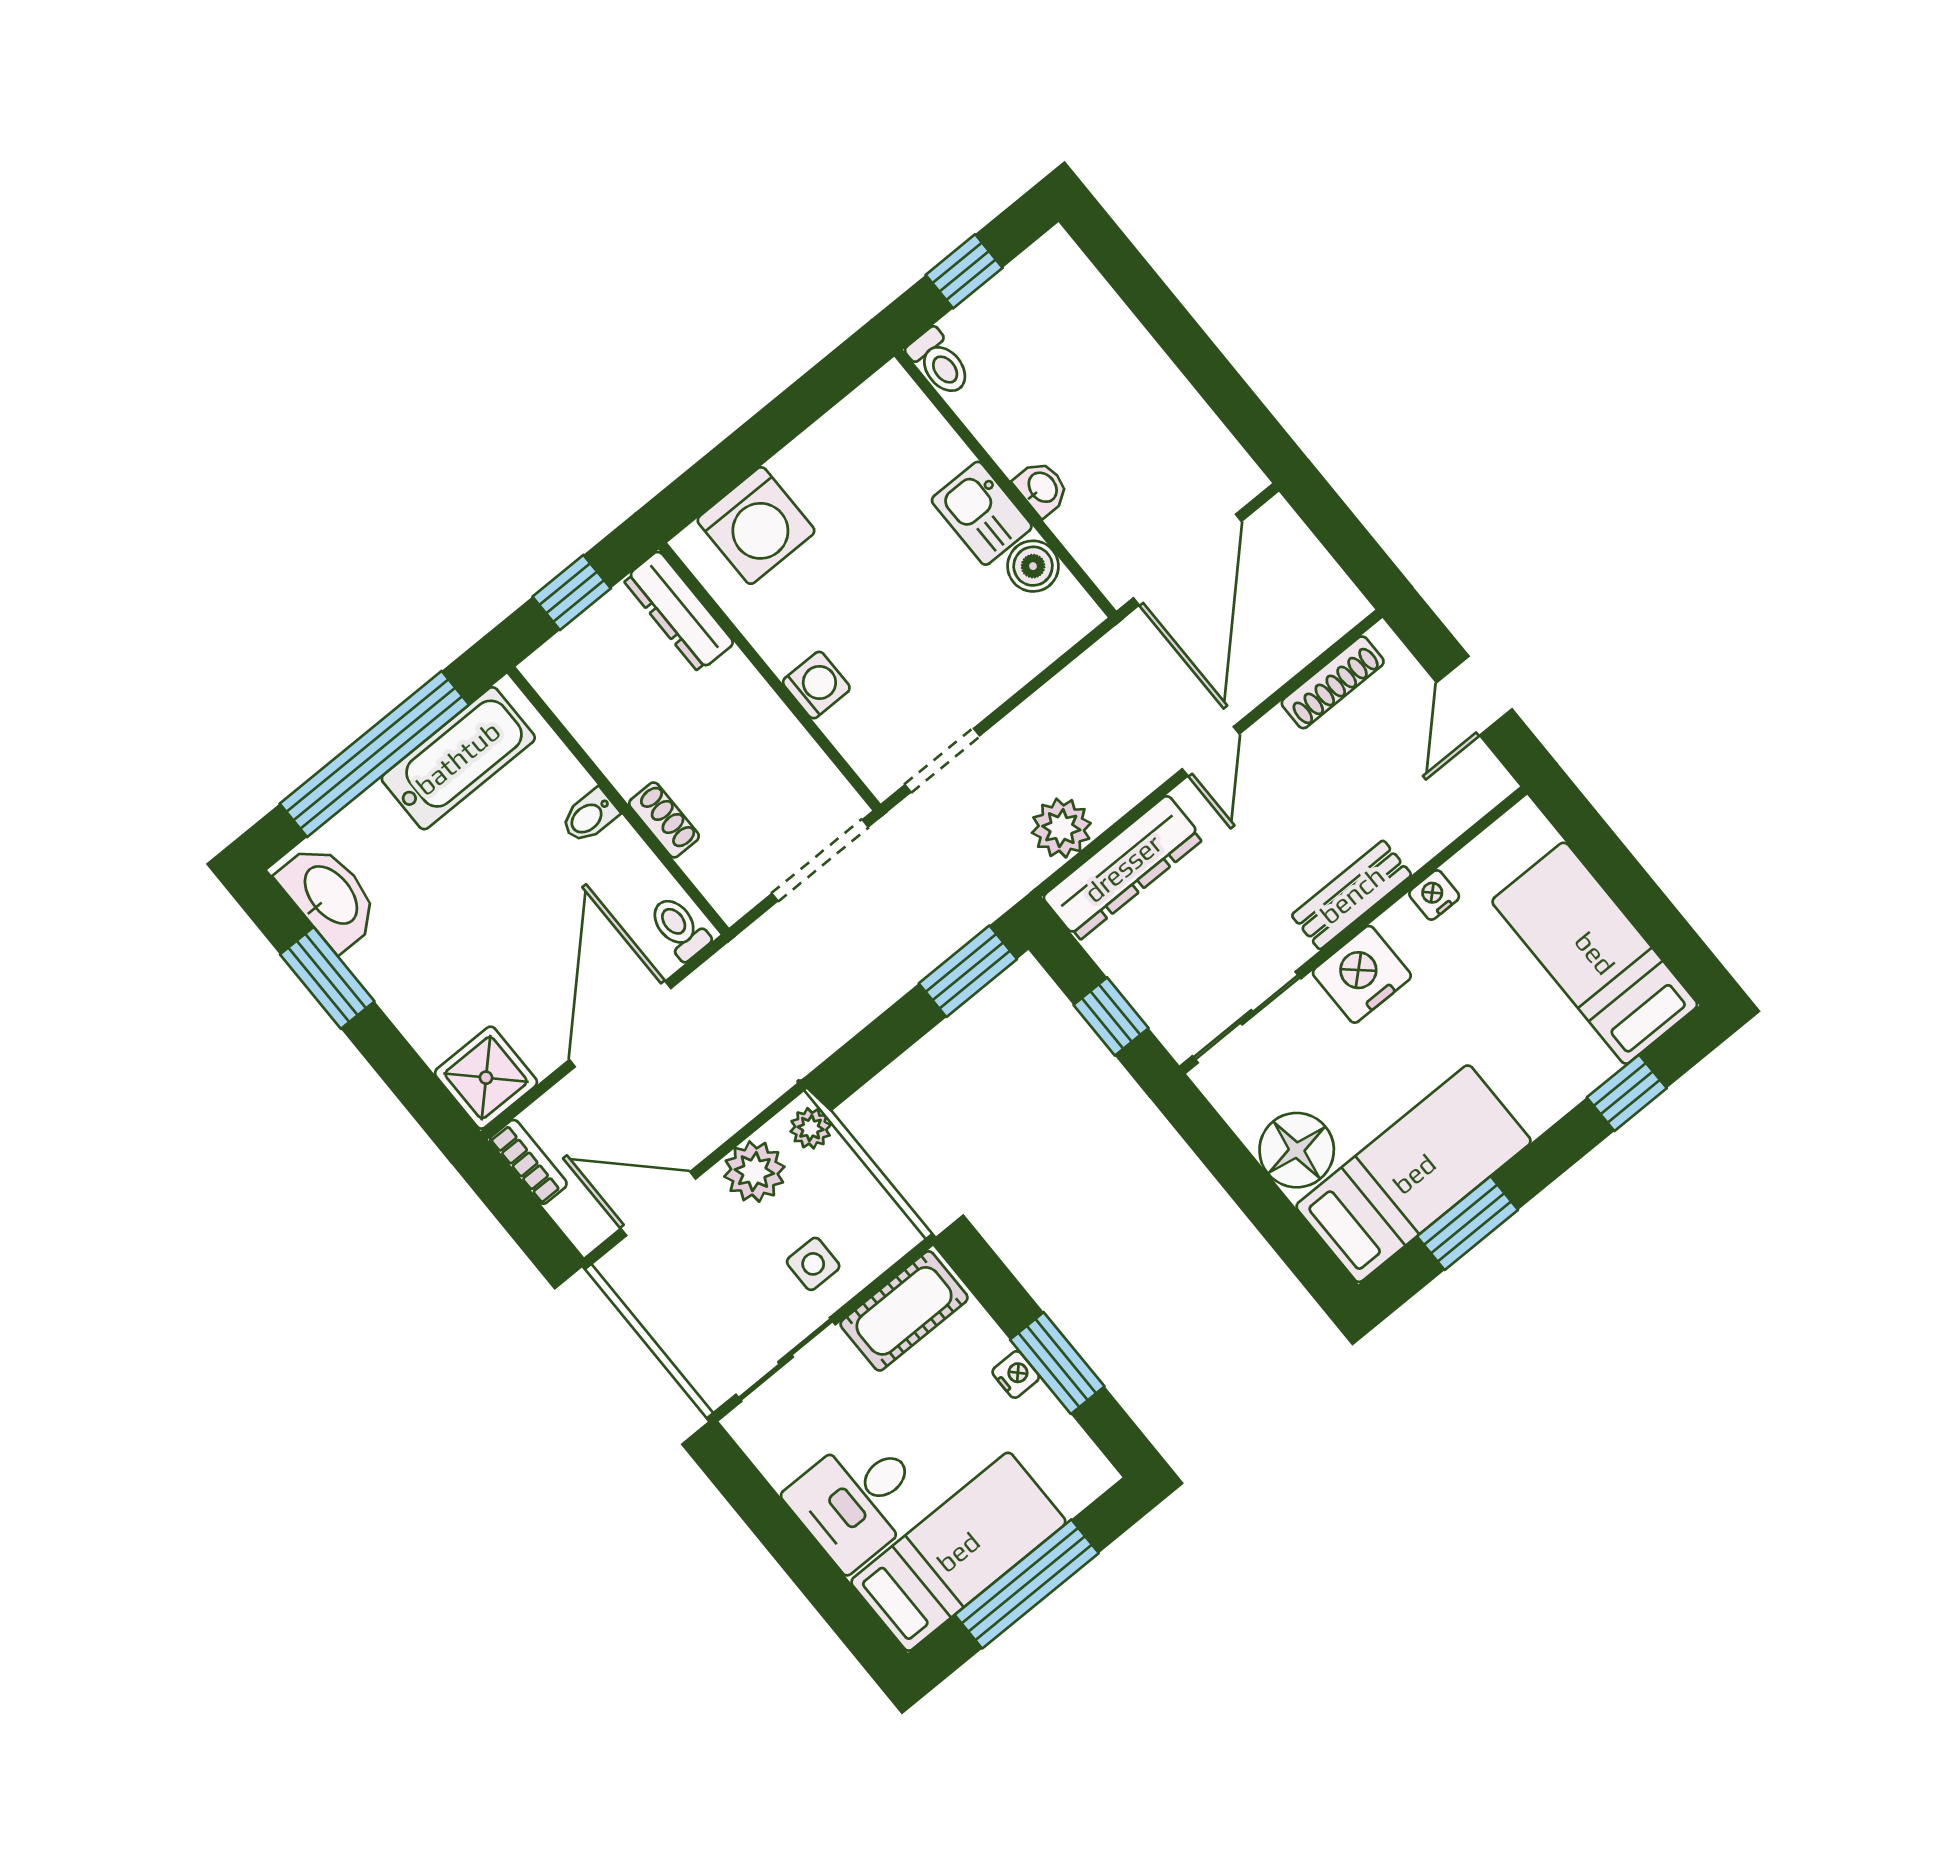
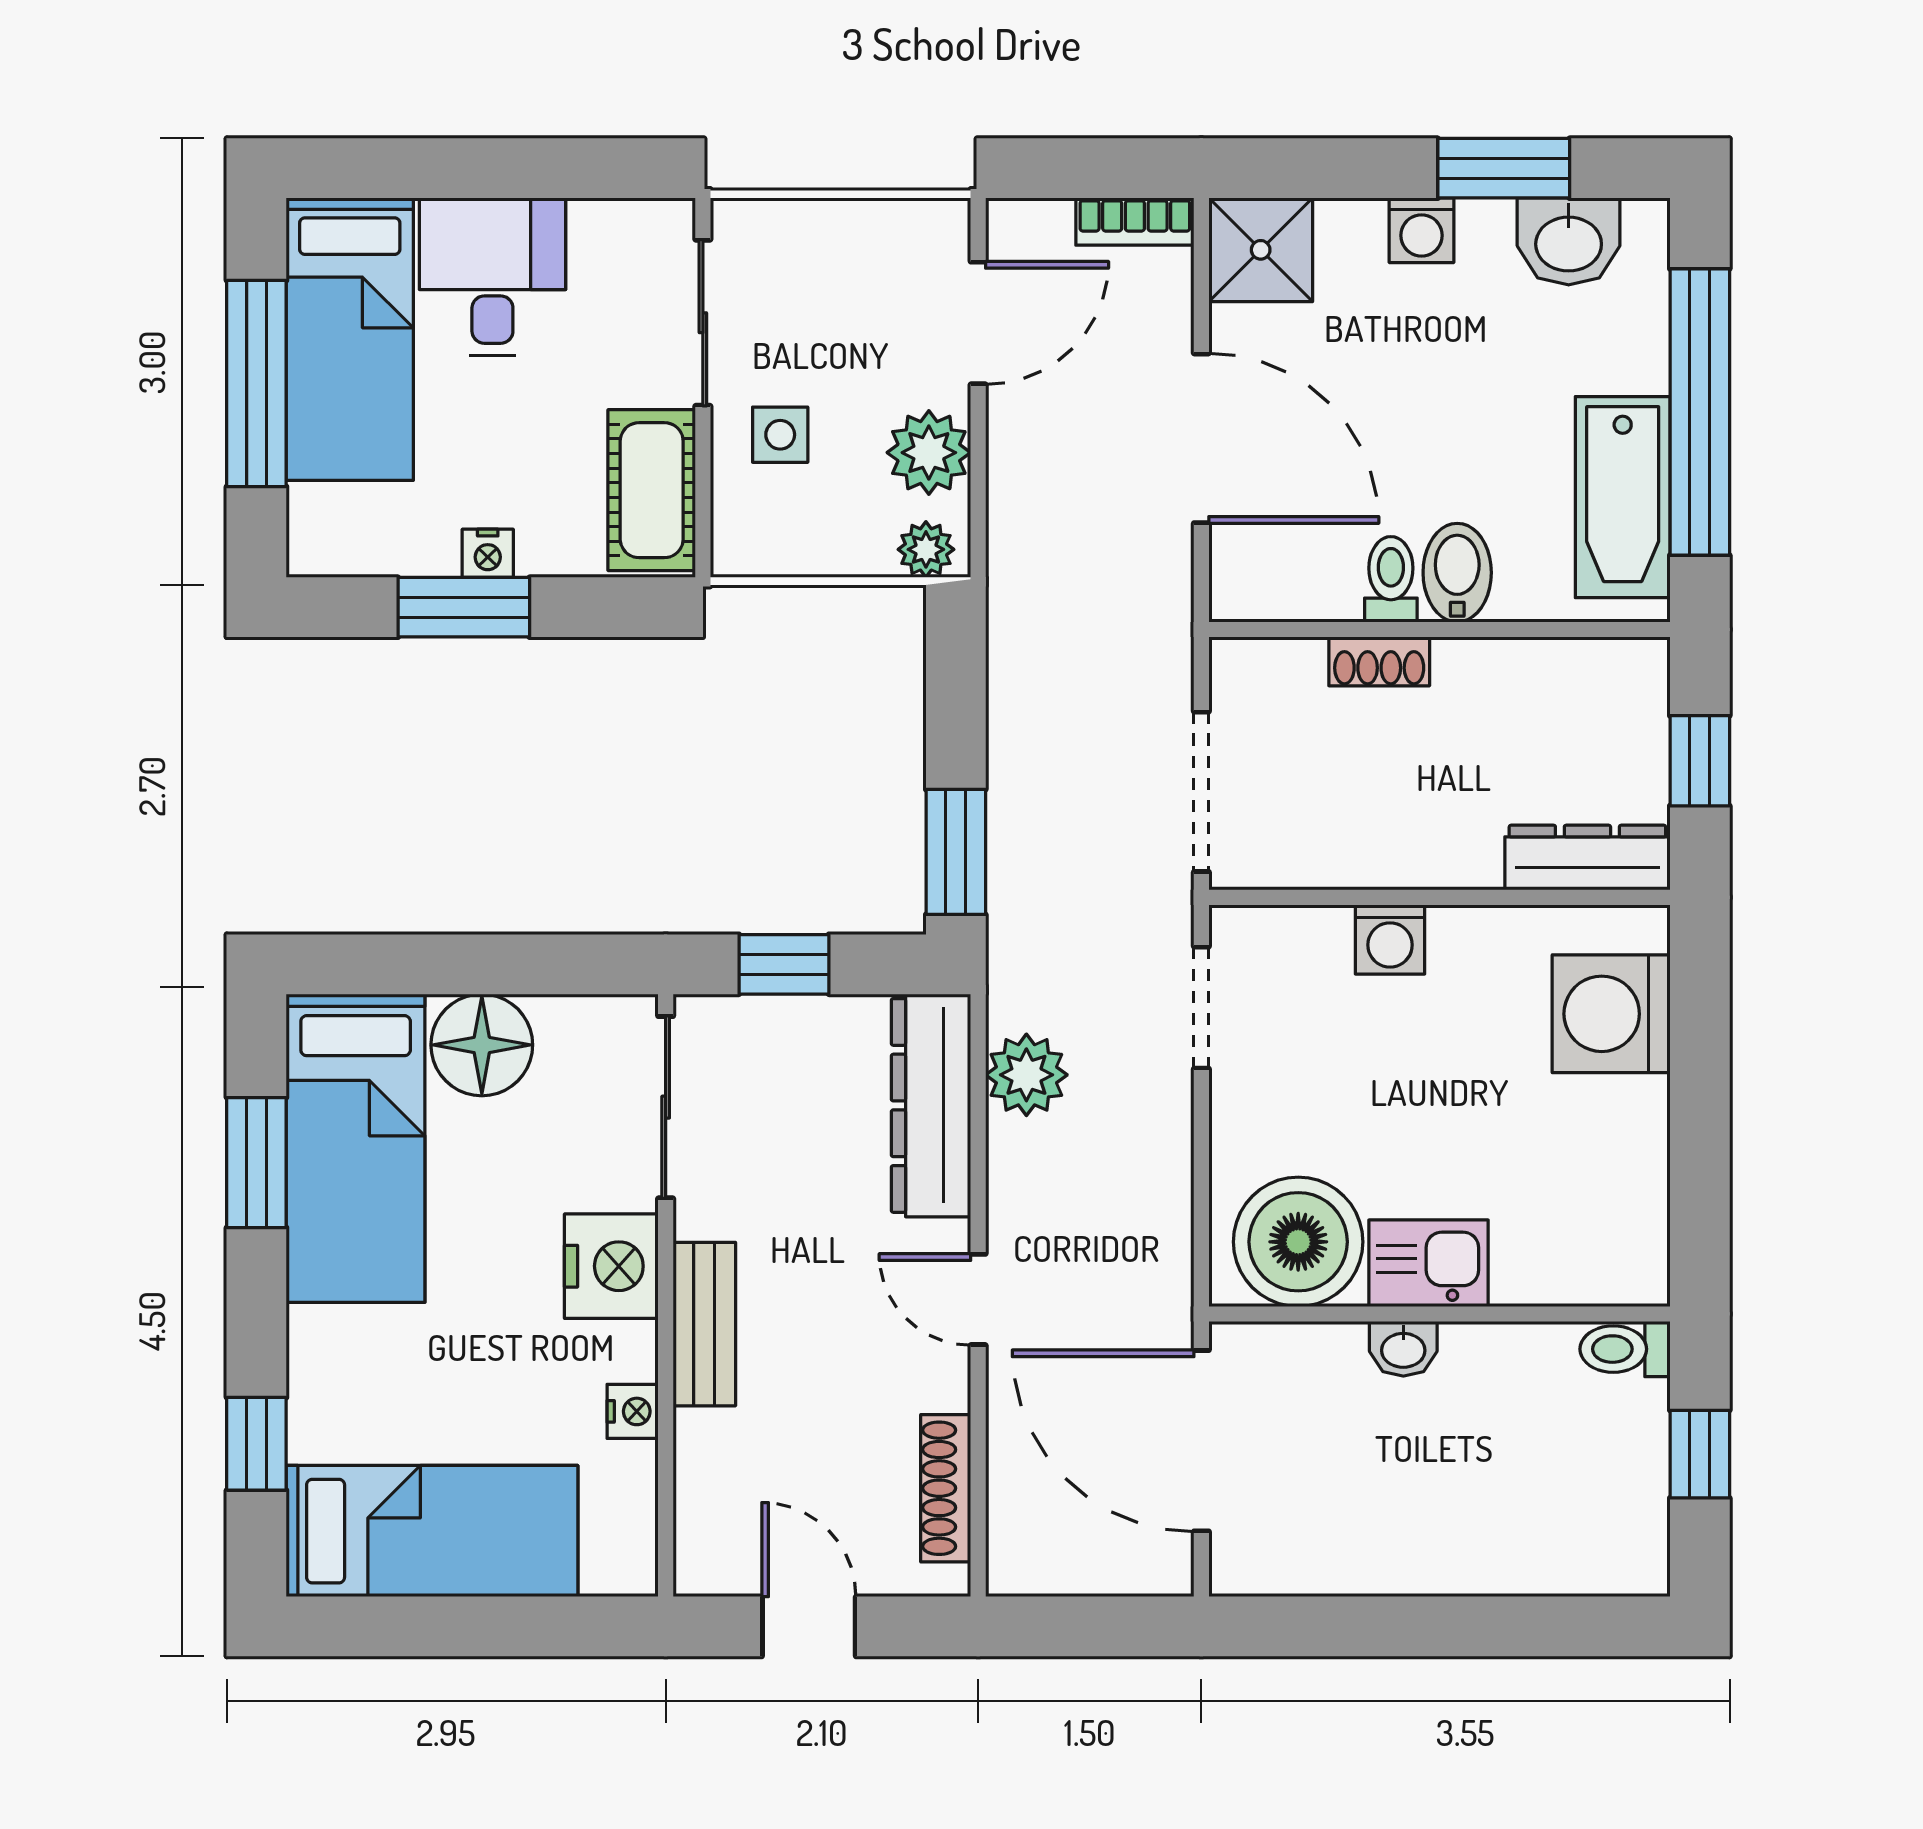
boiler: (1033, 566) -> (1298, 1242), width x1.86, depth x1.86
bidet: (589, 816) -> (1457, 573), width x1.38, depth x1.36
washbasin: (329, 896) -> (1569, 241), width x0.72
toilet: (679, 928) -> (1391, 579), moved, turned -90
washing machine: (400, 996) -> (1421, 230), added

